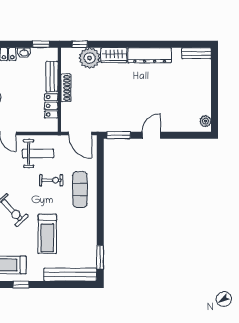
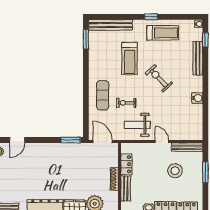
door: (151, 135) -> (17, 140), moved
treadmill: (47, 234) -> (130, 59), turned 180

